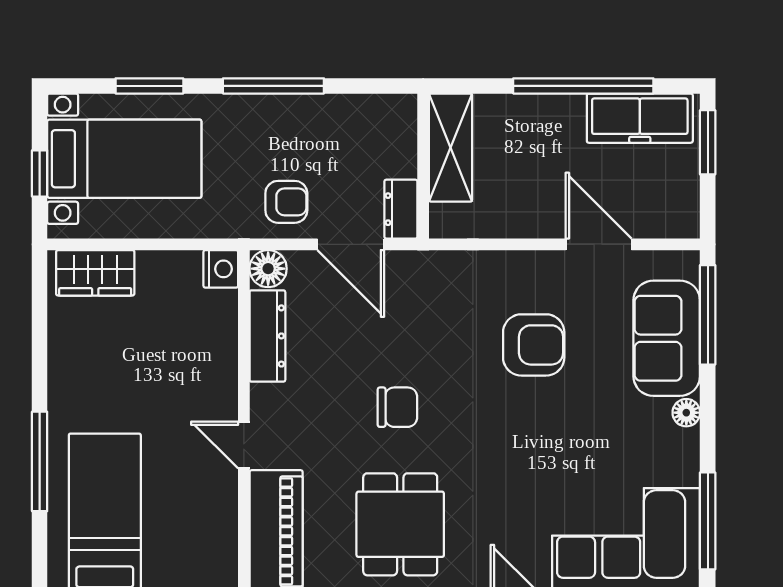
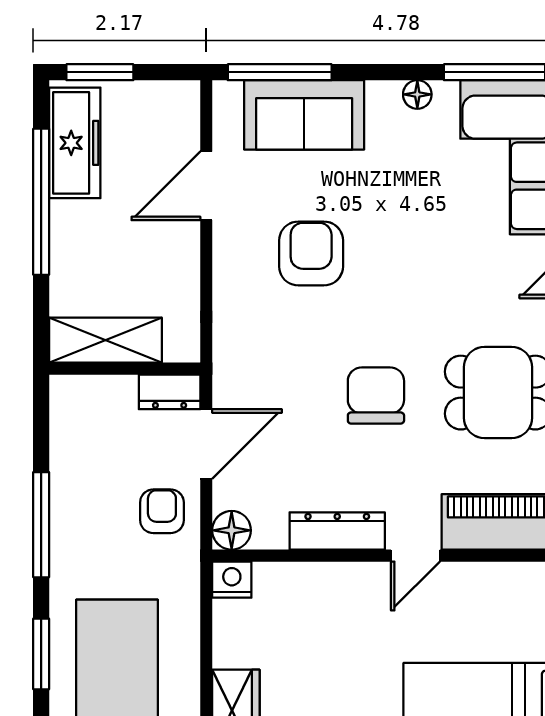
dresser: (267, 336) -> (337, 531), moved
chair: (397, 407) -> (376, 396), width x1.37, depth x1.37
floor lamp: (686, 413) -> (417, 94), moved

